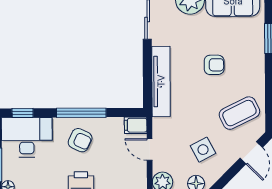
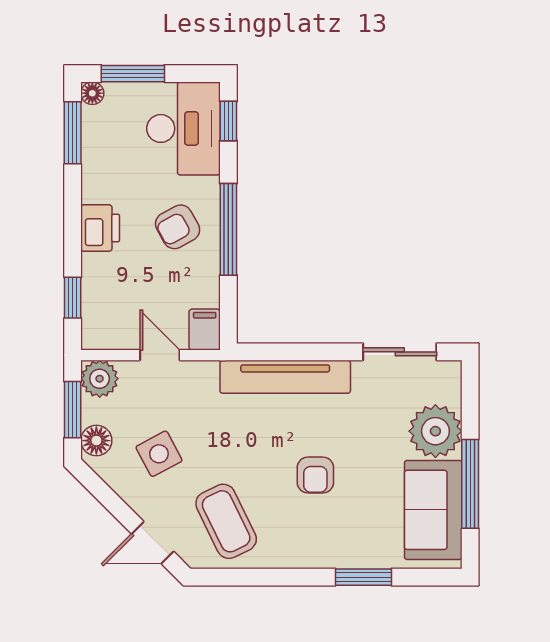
armchair: (80, 140) -> (178, 227), turned 36
door: (150, 149) -> (160, 355), hinge flipped

